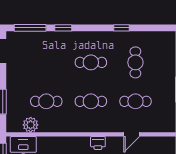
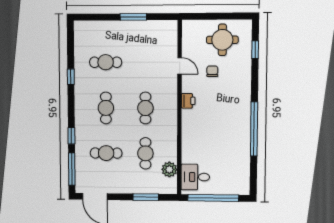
cafe table: (135, 101) -> (106, 153), moved, turned 90

